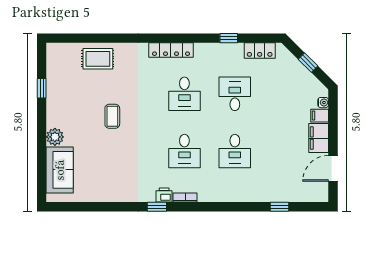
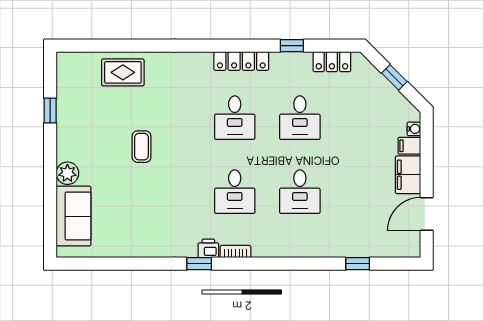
locker: (171, 50) -> (241, 61), moved
desk: (235, 94) -> (300, 118), turned 180

